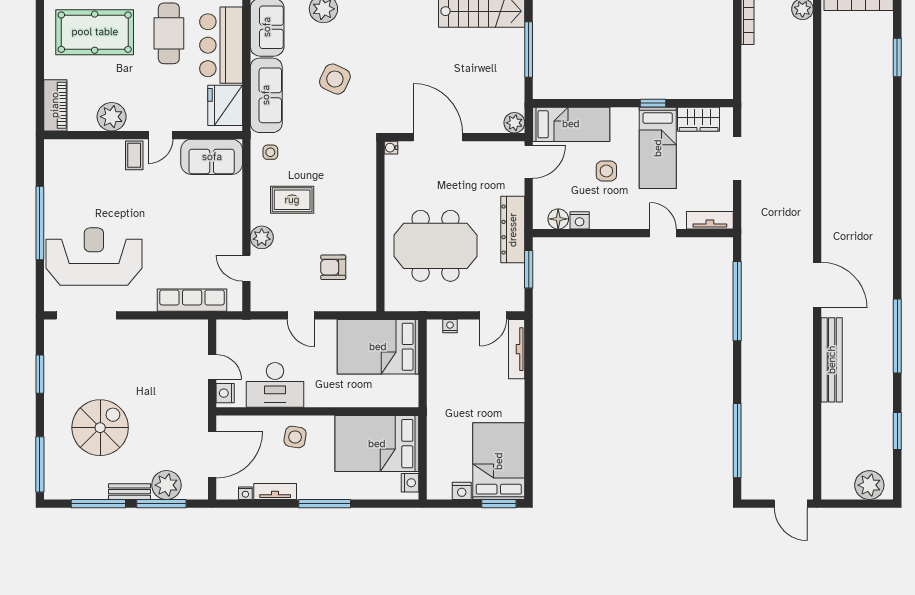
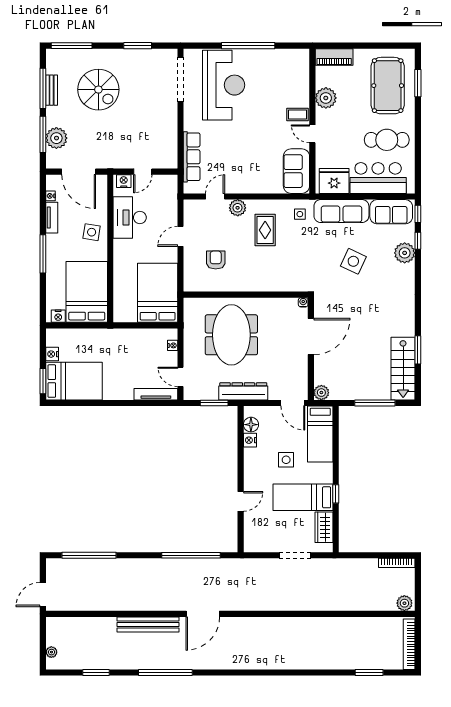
tv unit: (710, 220) -> (250, 535), removed
plant: (869, 485) -> (51, 652), width x0.53, depth x0.53
bench: (129, 492) -> (52, 90), moved

